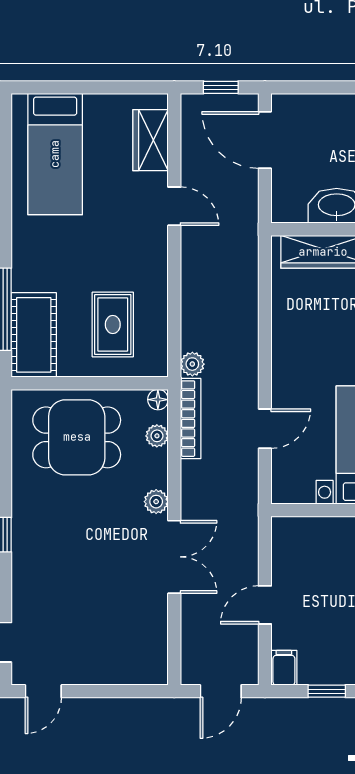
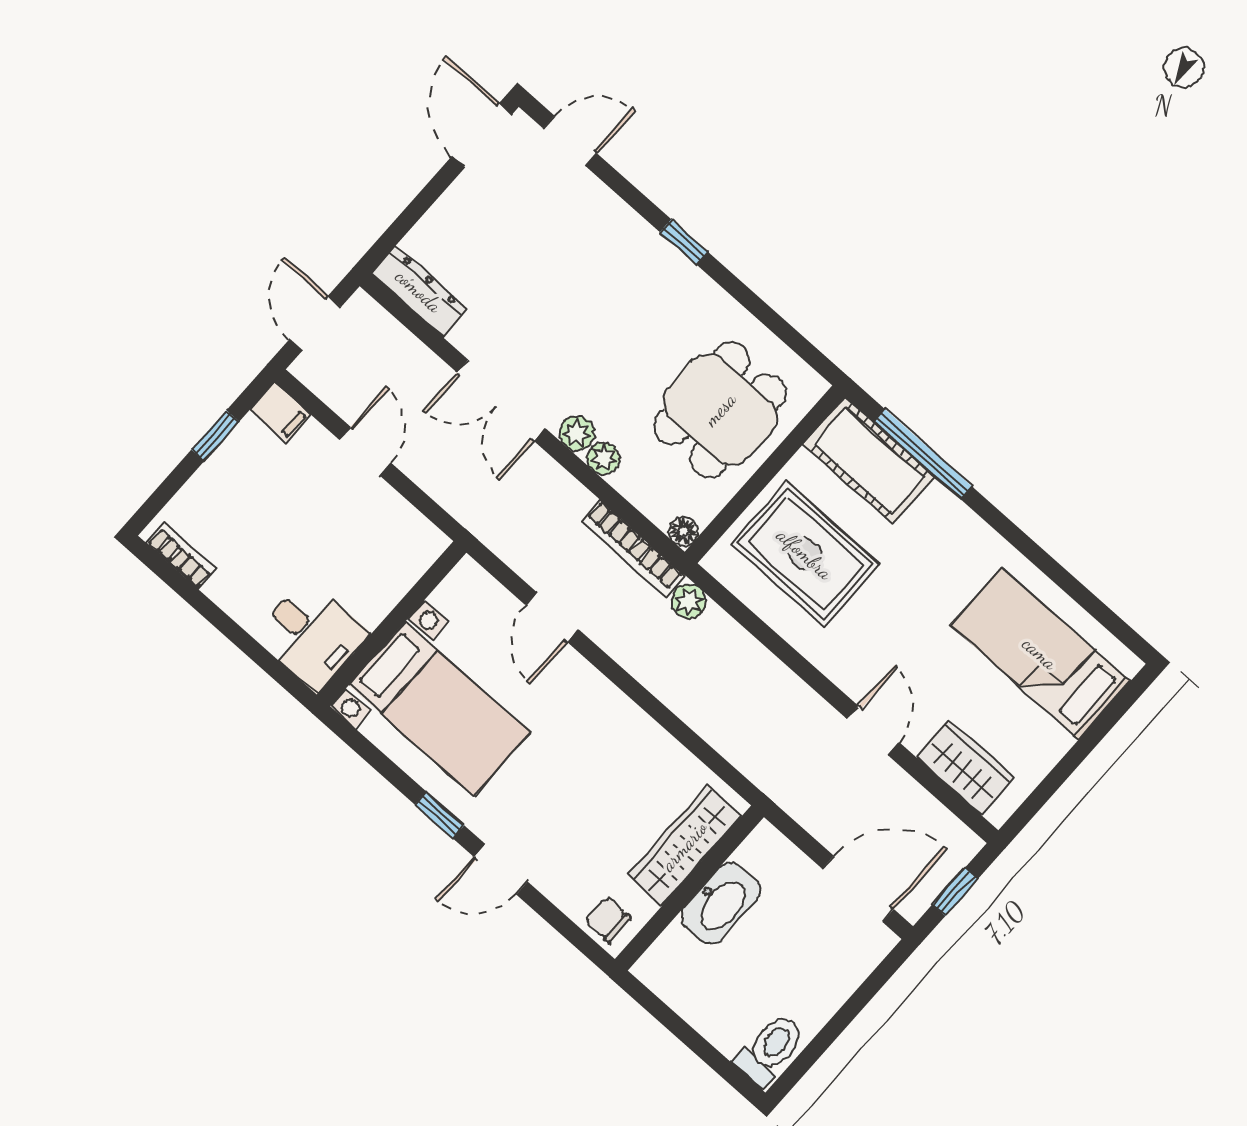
door: (174, 206) -> (873, 730), swing flipped
rug: (113, 325) -> (805, 554), width x1.36, depth x1.43
plant: (157, 436) -> (603, 458), moved
dresser: (155, 651) -> (419, 291), added
door: (43, 691) -> (482, 135), width x1.38

